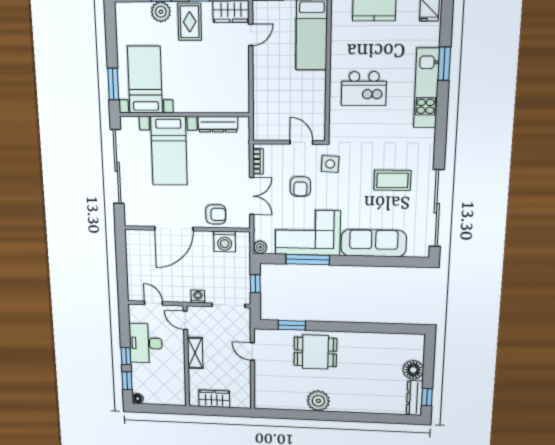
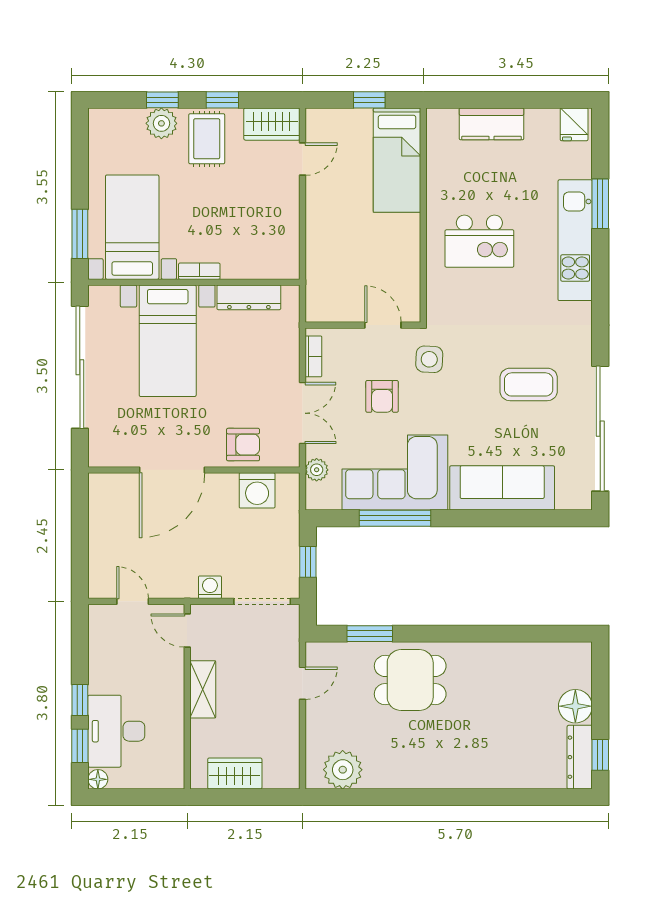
bookcase: (187, 108) -> (199, 271), added
plant: (260, 247) -> (317, 470), moved
desk: (146, 343) -> (116, 731), moved
door: (252, 352) -> (303, 683), swing flipped
plant: (318, 401) -> (343, 770), moved

